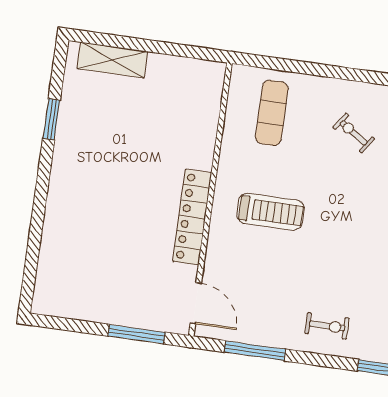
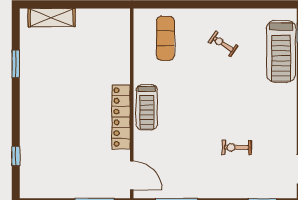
treadmill: (270, 212) -> (147, 107), moved, turned 90
window: (33, 252) -> (16, 156), added
exercise bike: (327, 326) -> (237, 147), moved, turned 180

